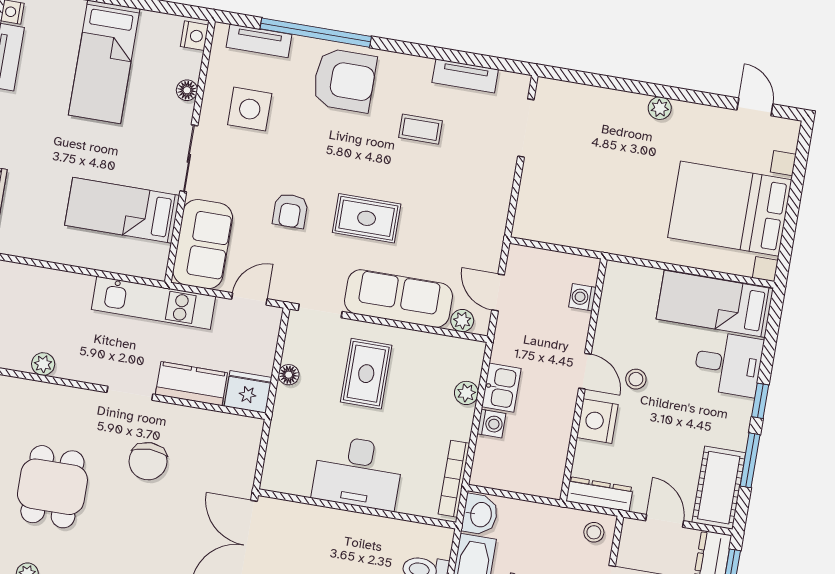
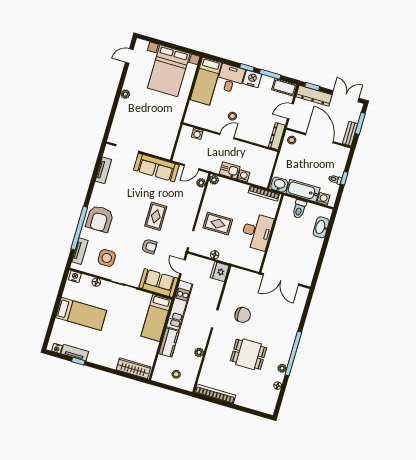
armchair: (344, 80) -> (100, 219), turned 180
coffee table: (421, 129) -> (123, 191), removed
bed: (122, 210) -> (156, 318), moved
sofa: (398, 299) -> (156, 168), moved, turned -90
kitchen counter: (191, 384) -> (169, 343), moved, turned 180
plant: (466, 393) -> (214, 180), moved
nightstand: (597, 421) -> (252, 79), moved, turned 180
cot: (719, 488) -> (284, 87), width x0.73, depth x0.75

